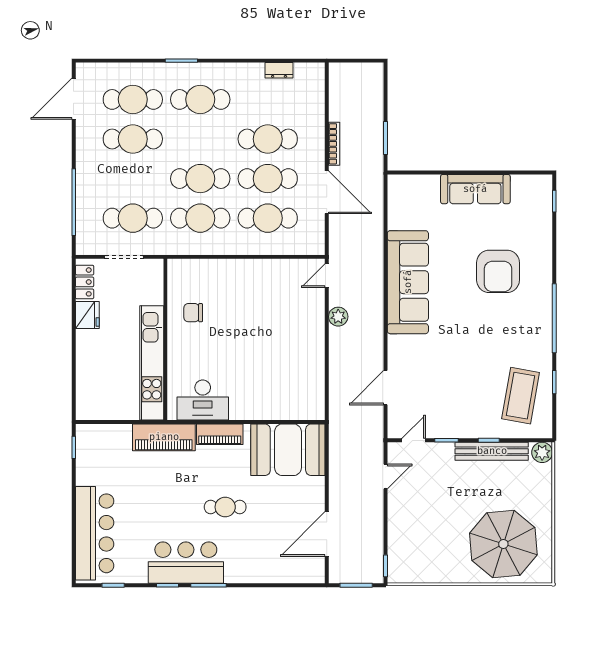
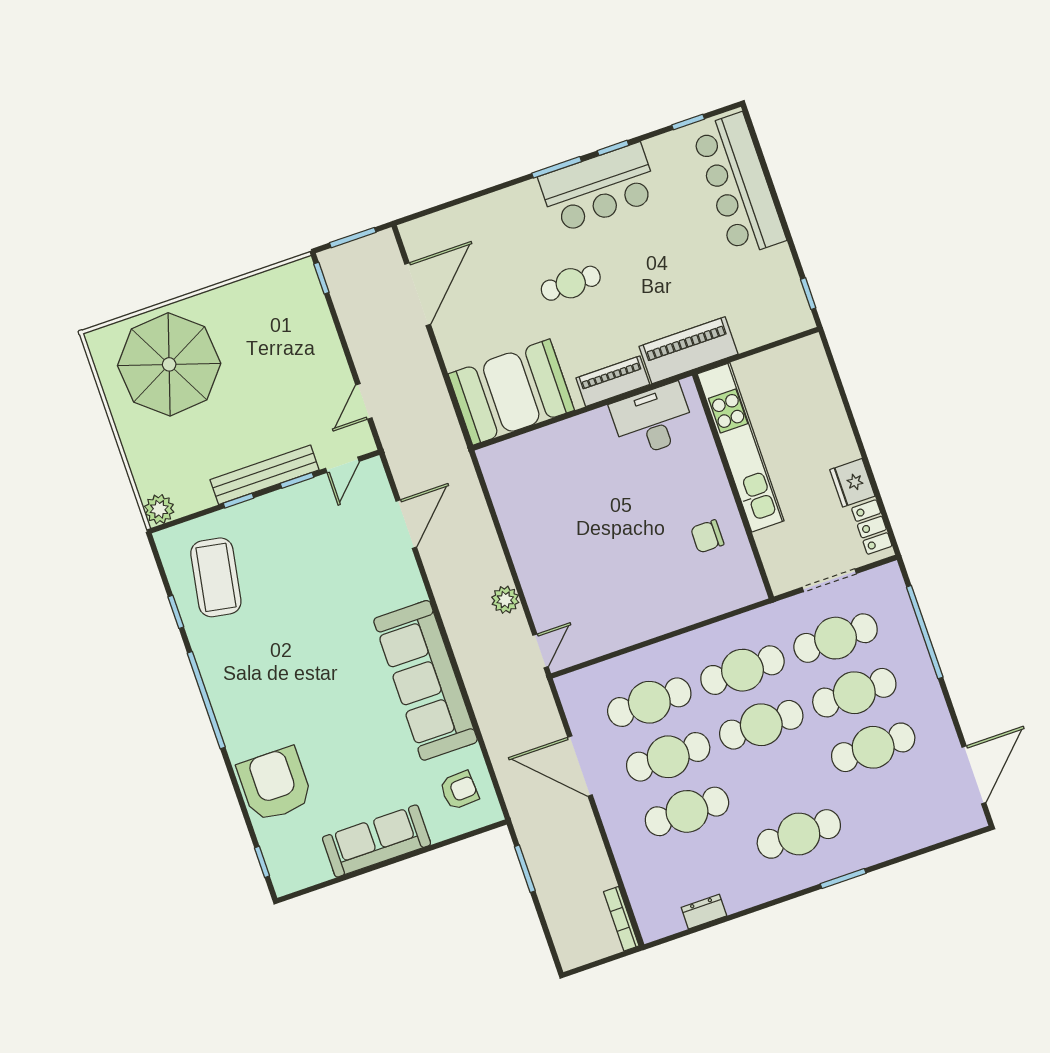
cafe table: (133, 99) -> (854, 693), moved
bookcase: (334, 144) -> (621, 919), moved
armchair: (411, 204) -> (459, 790), added
armchair: (498, 271) -> (275, 784), moved
chair: (193, 313) -> (707, 536), turned 180
bench: (492, 451) -> (265, 475), moved

